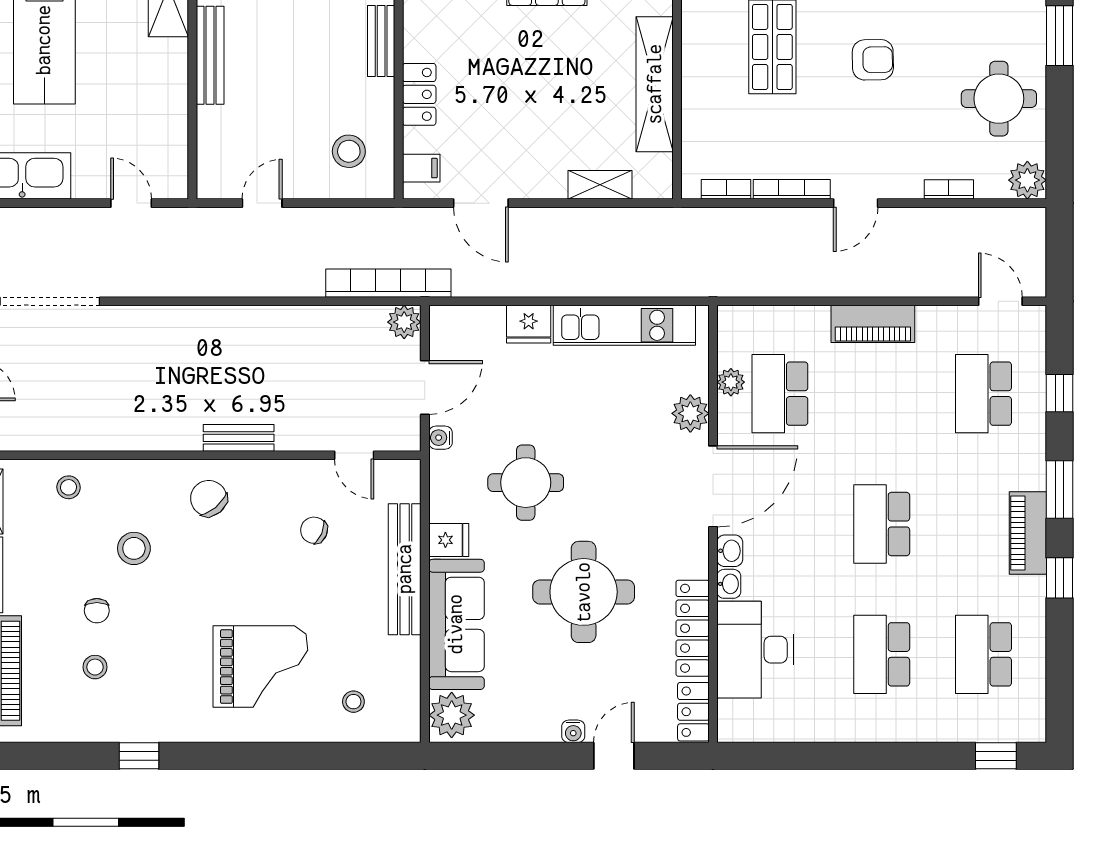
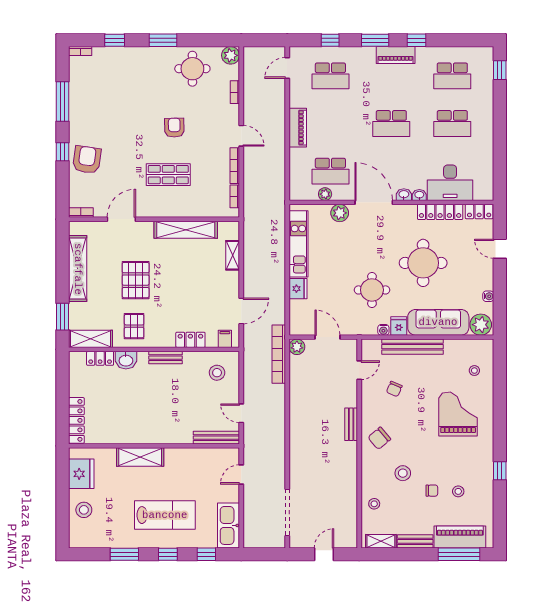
bench: (210, 55) -> (216, 438), moved
water cooler: (440, 438) -> (383, 330), moved
water cooler: (573, 731) -> (488, 296), moved

